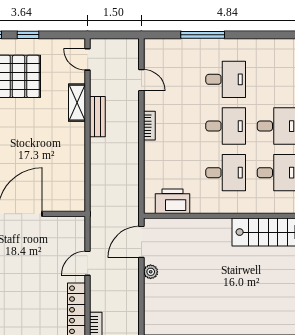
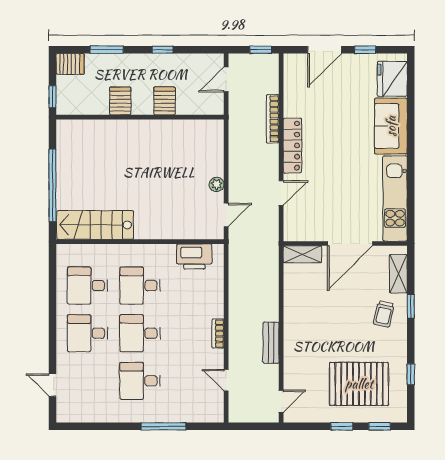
door: (88, 59) -> (281, 401), hinge flipped
shelving: (77, 103) -> (302, 254), moved, turned 90
door: (141, 242) -> (226, 215), width x0.73

